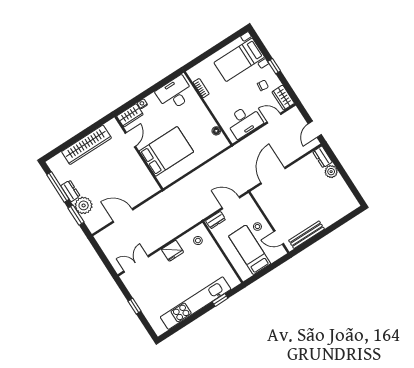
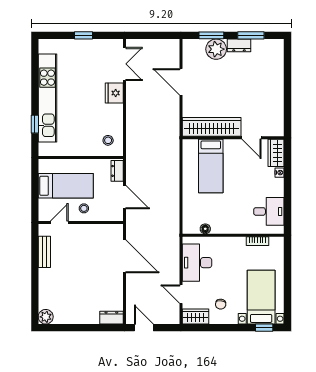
window: (274, 66) -> (264, 328), moved
desk: (175, 94) -> (269, 211), width x0.73
door: (274, 118) -> (181, 294), swing flipped
wardrobe: (86, 145) -> (212, 127), moved, turned 90
bed: (166, 151) -> (211, 166), width x0.67
plant: (331, 172) -> (46, 317), moved
window: (58, 187) -> (251, 35), width x0.69
door: (231, 203) -> (124, 197), hinge flipped
door: (123, 216) -> (181, 82), swing flipped
bench: (307, 235) -> (44, 252), width x0.73
fridge: (173, 251) -> (114, 93), moved

